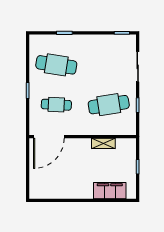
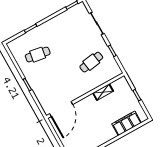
cafe table: (56, 65) -> (38, 55), width x0.73, depth x0.74
cafe table: (56, 105) -> (54, 83), removed
cafe table: (109, 105) -> (91, 62), width x0.73, depth x0.74

